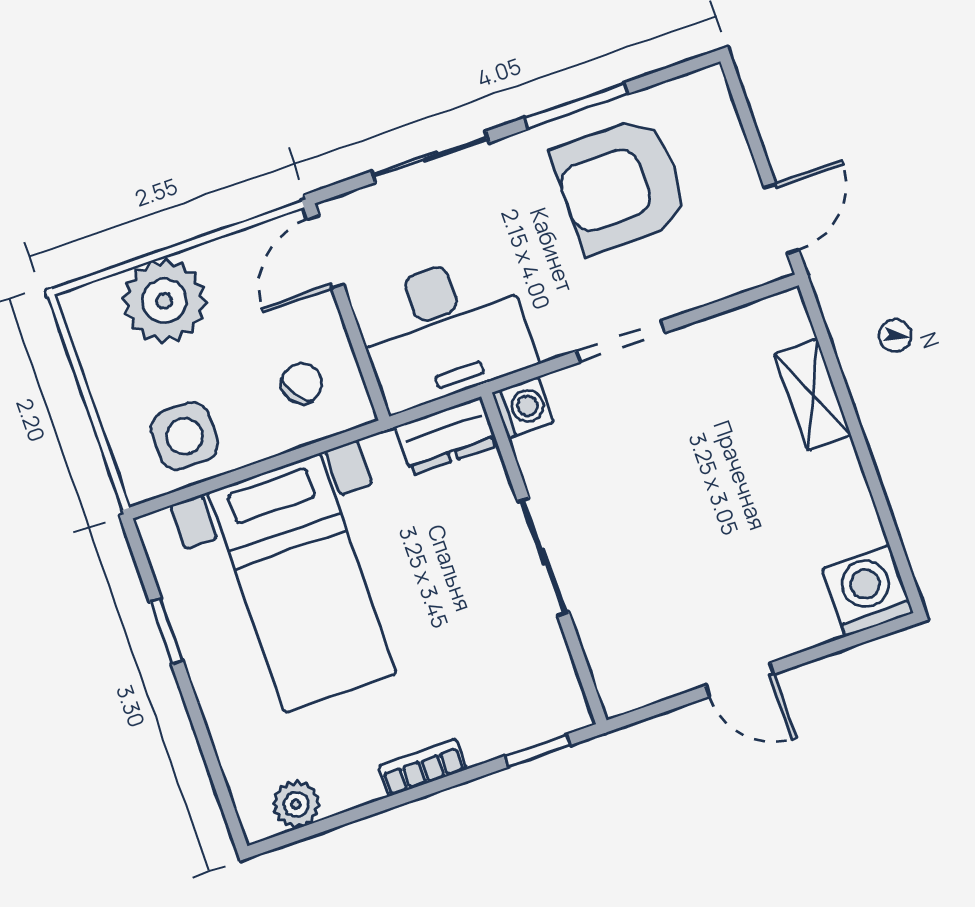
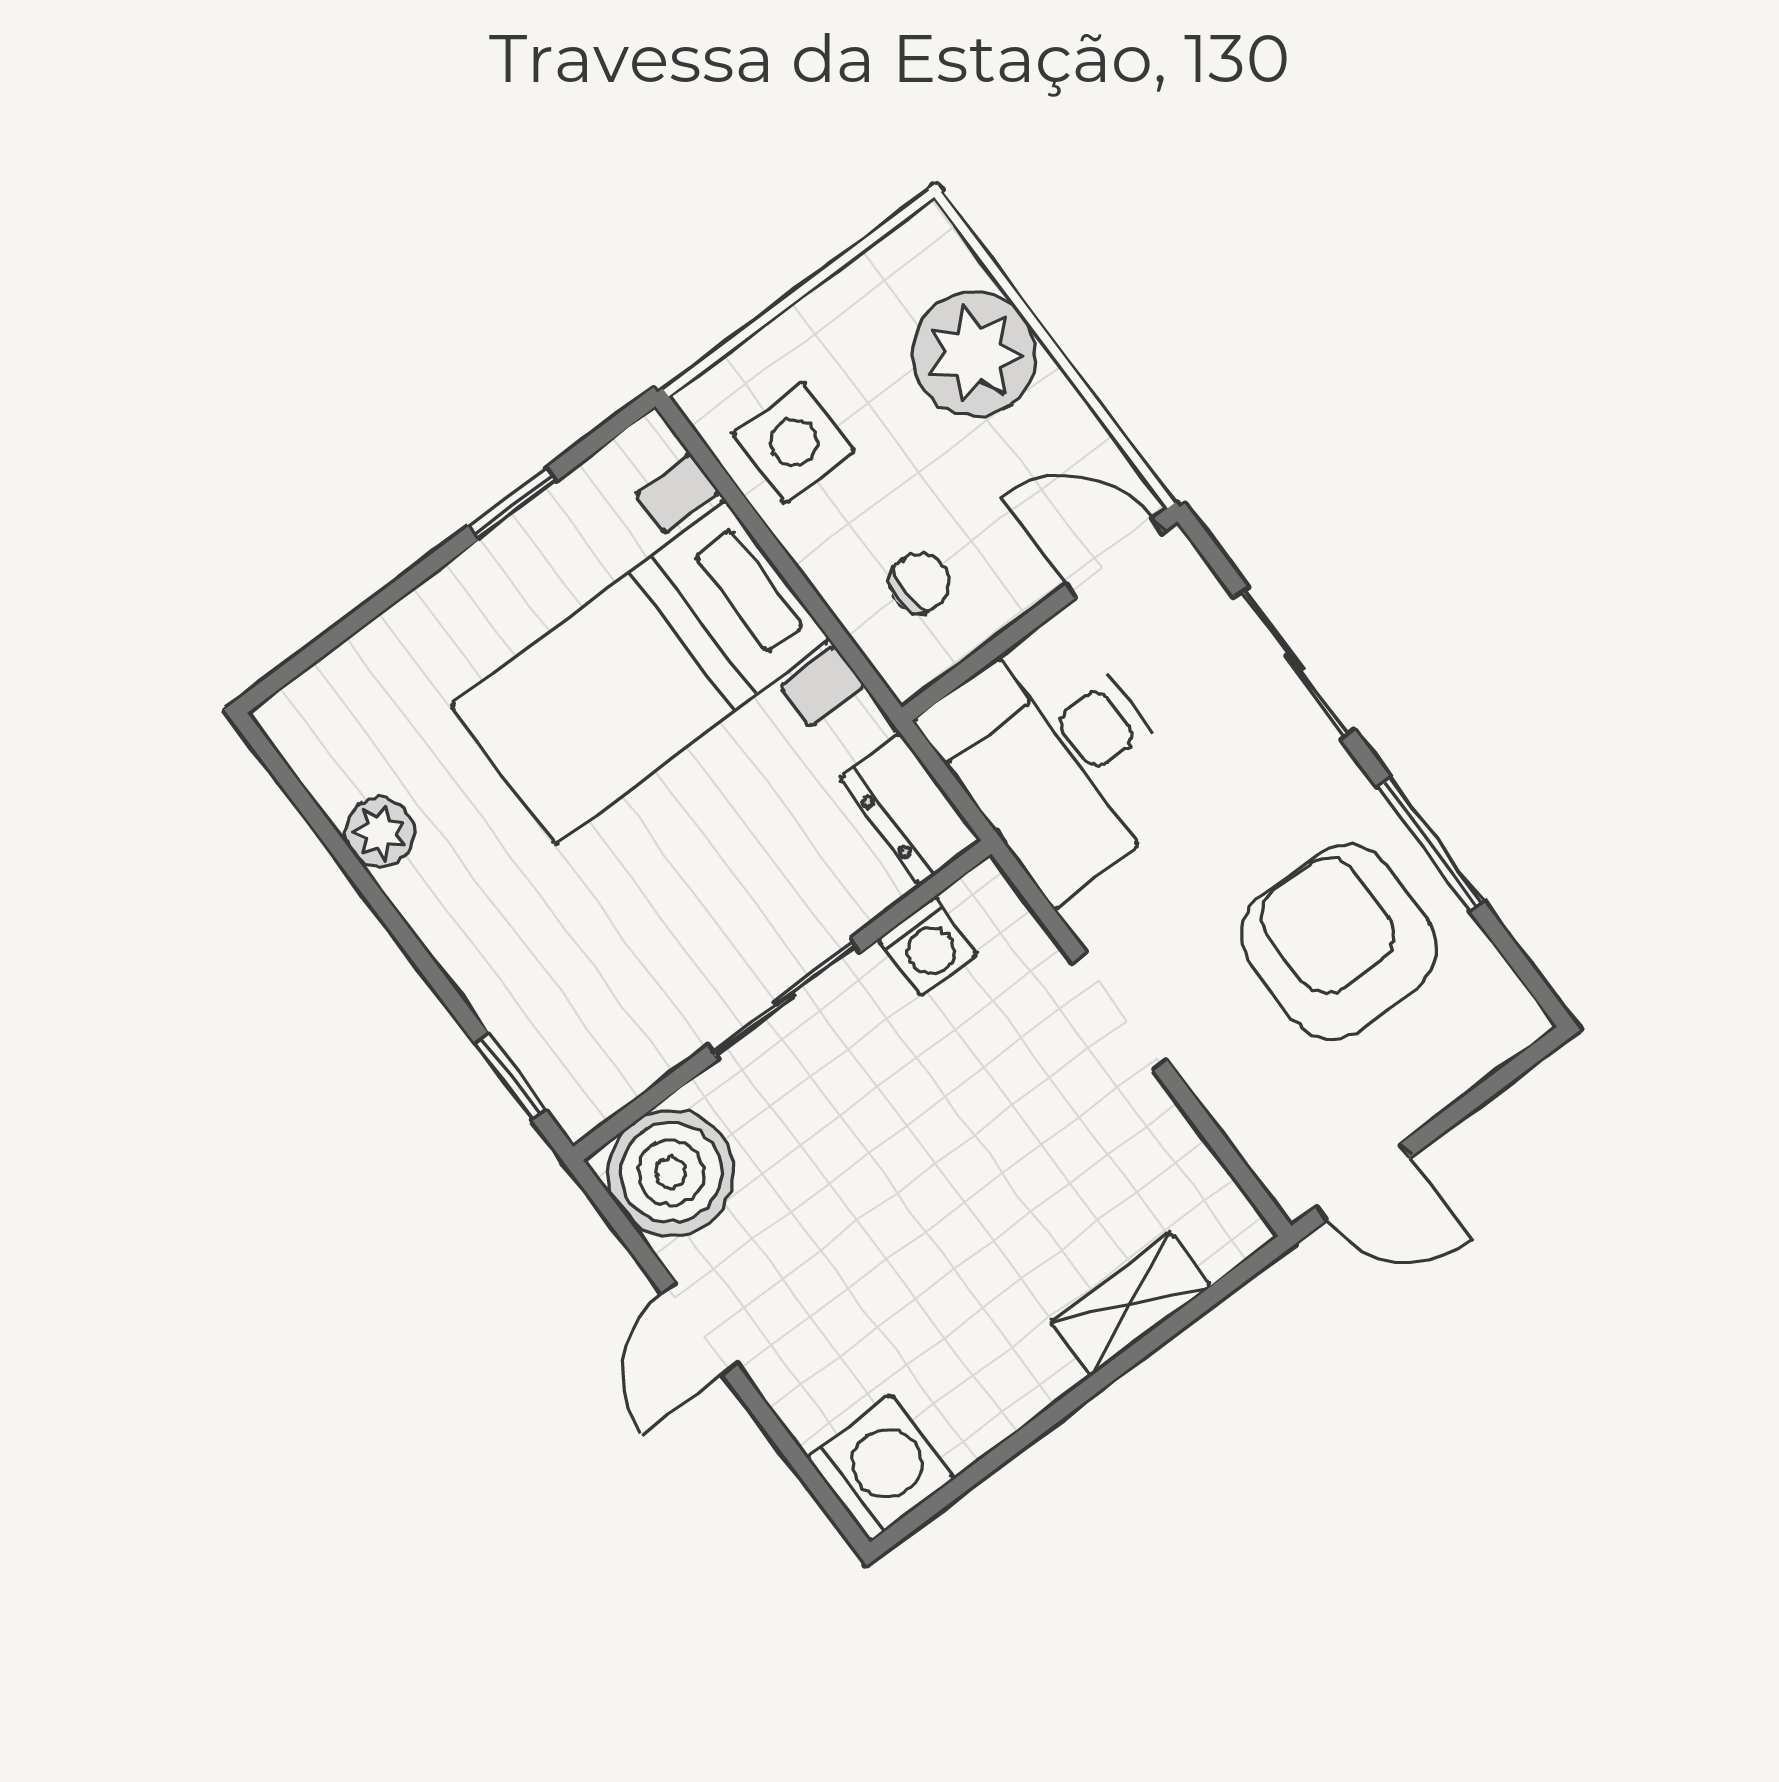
chair: (302, 383) -> (920, 583), turned -54
washing machine: (523, 408) -> (927, 946), moved
boiler: (633, 666) -> (671, 1173), added
bookcase: (422, 768) -> (435, 923), removed
plant: (296, 804) -> (380, 832), moved

